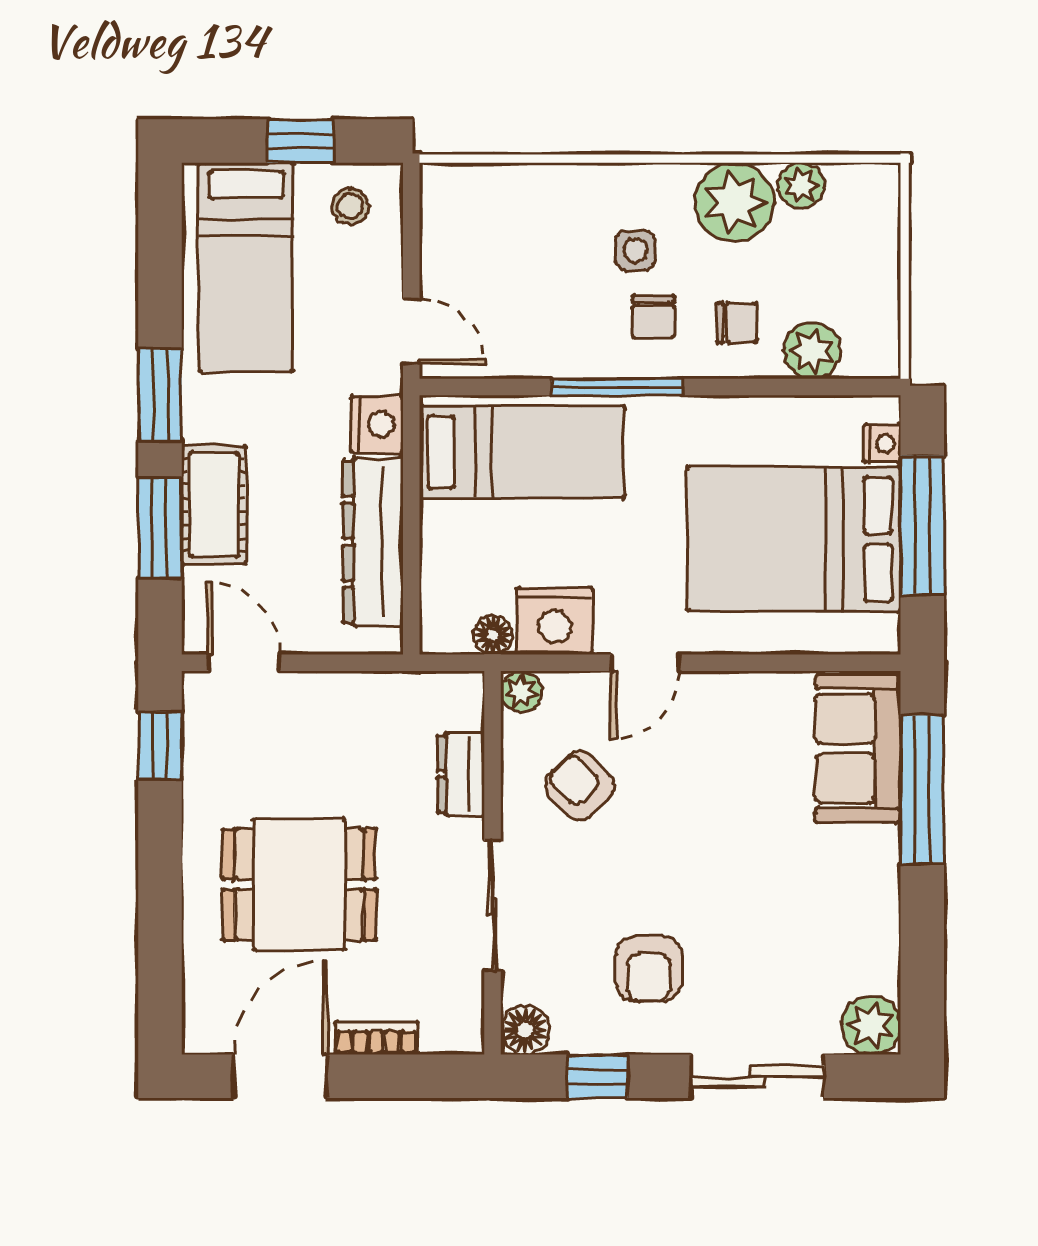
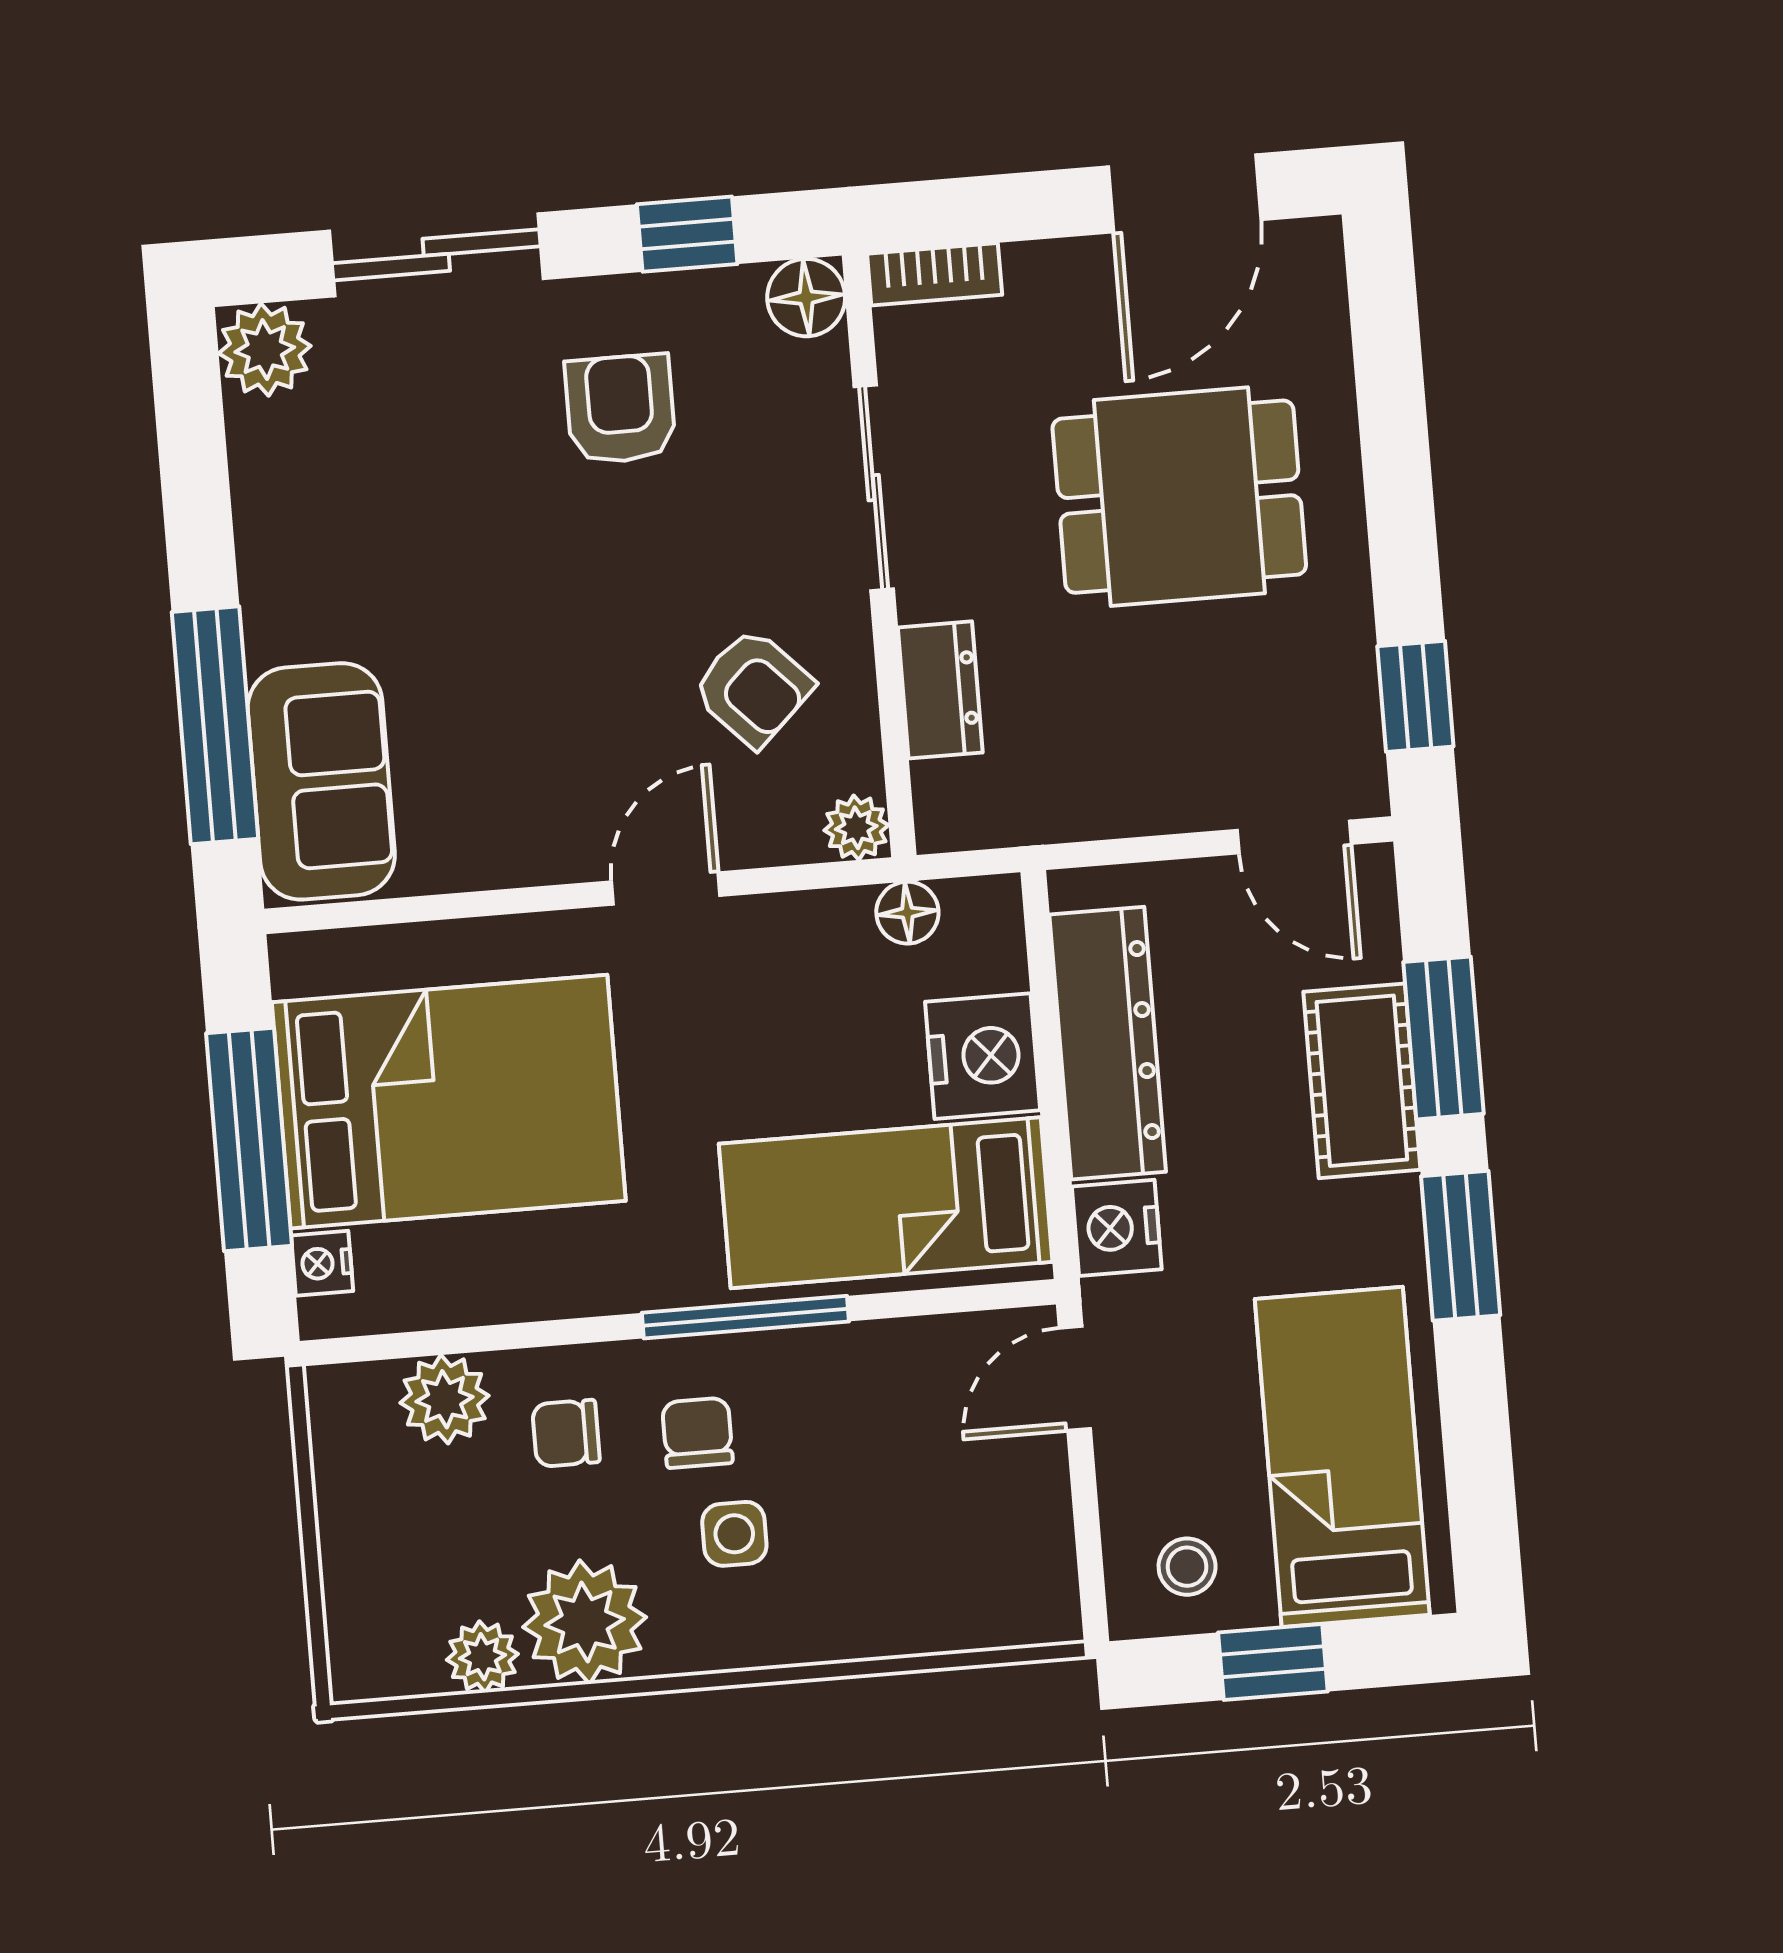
door: (411, 331) -> (1075, 1378), hinge flipped
nightstand: (555, 621) -> (983, 1056), moved, turned 90
bookcase: (376, 1038) -> (935, 274), moved

